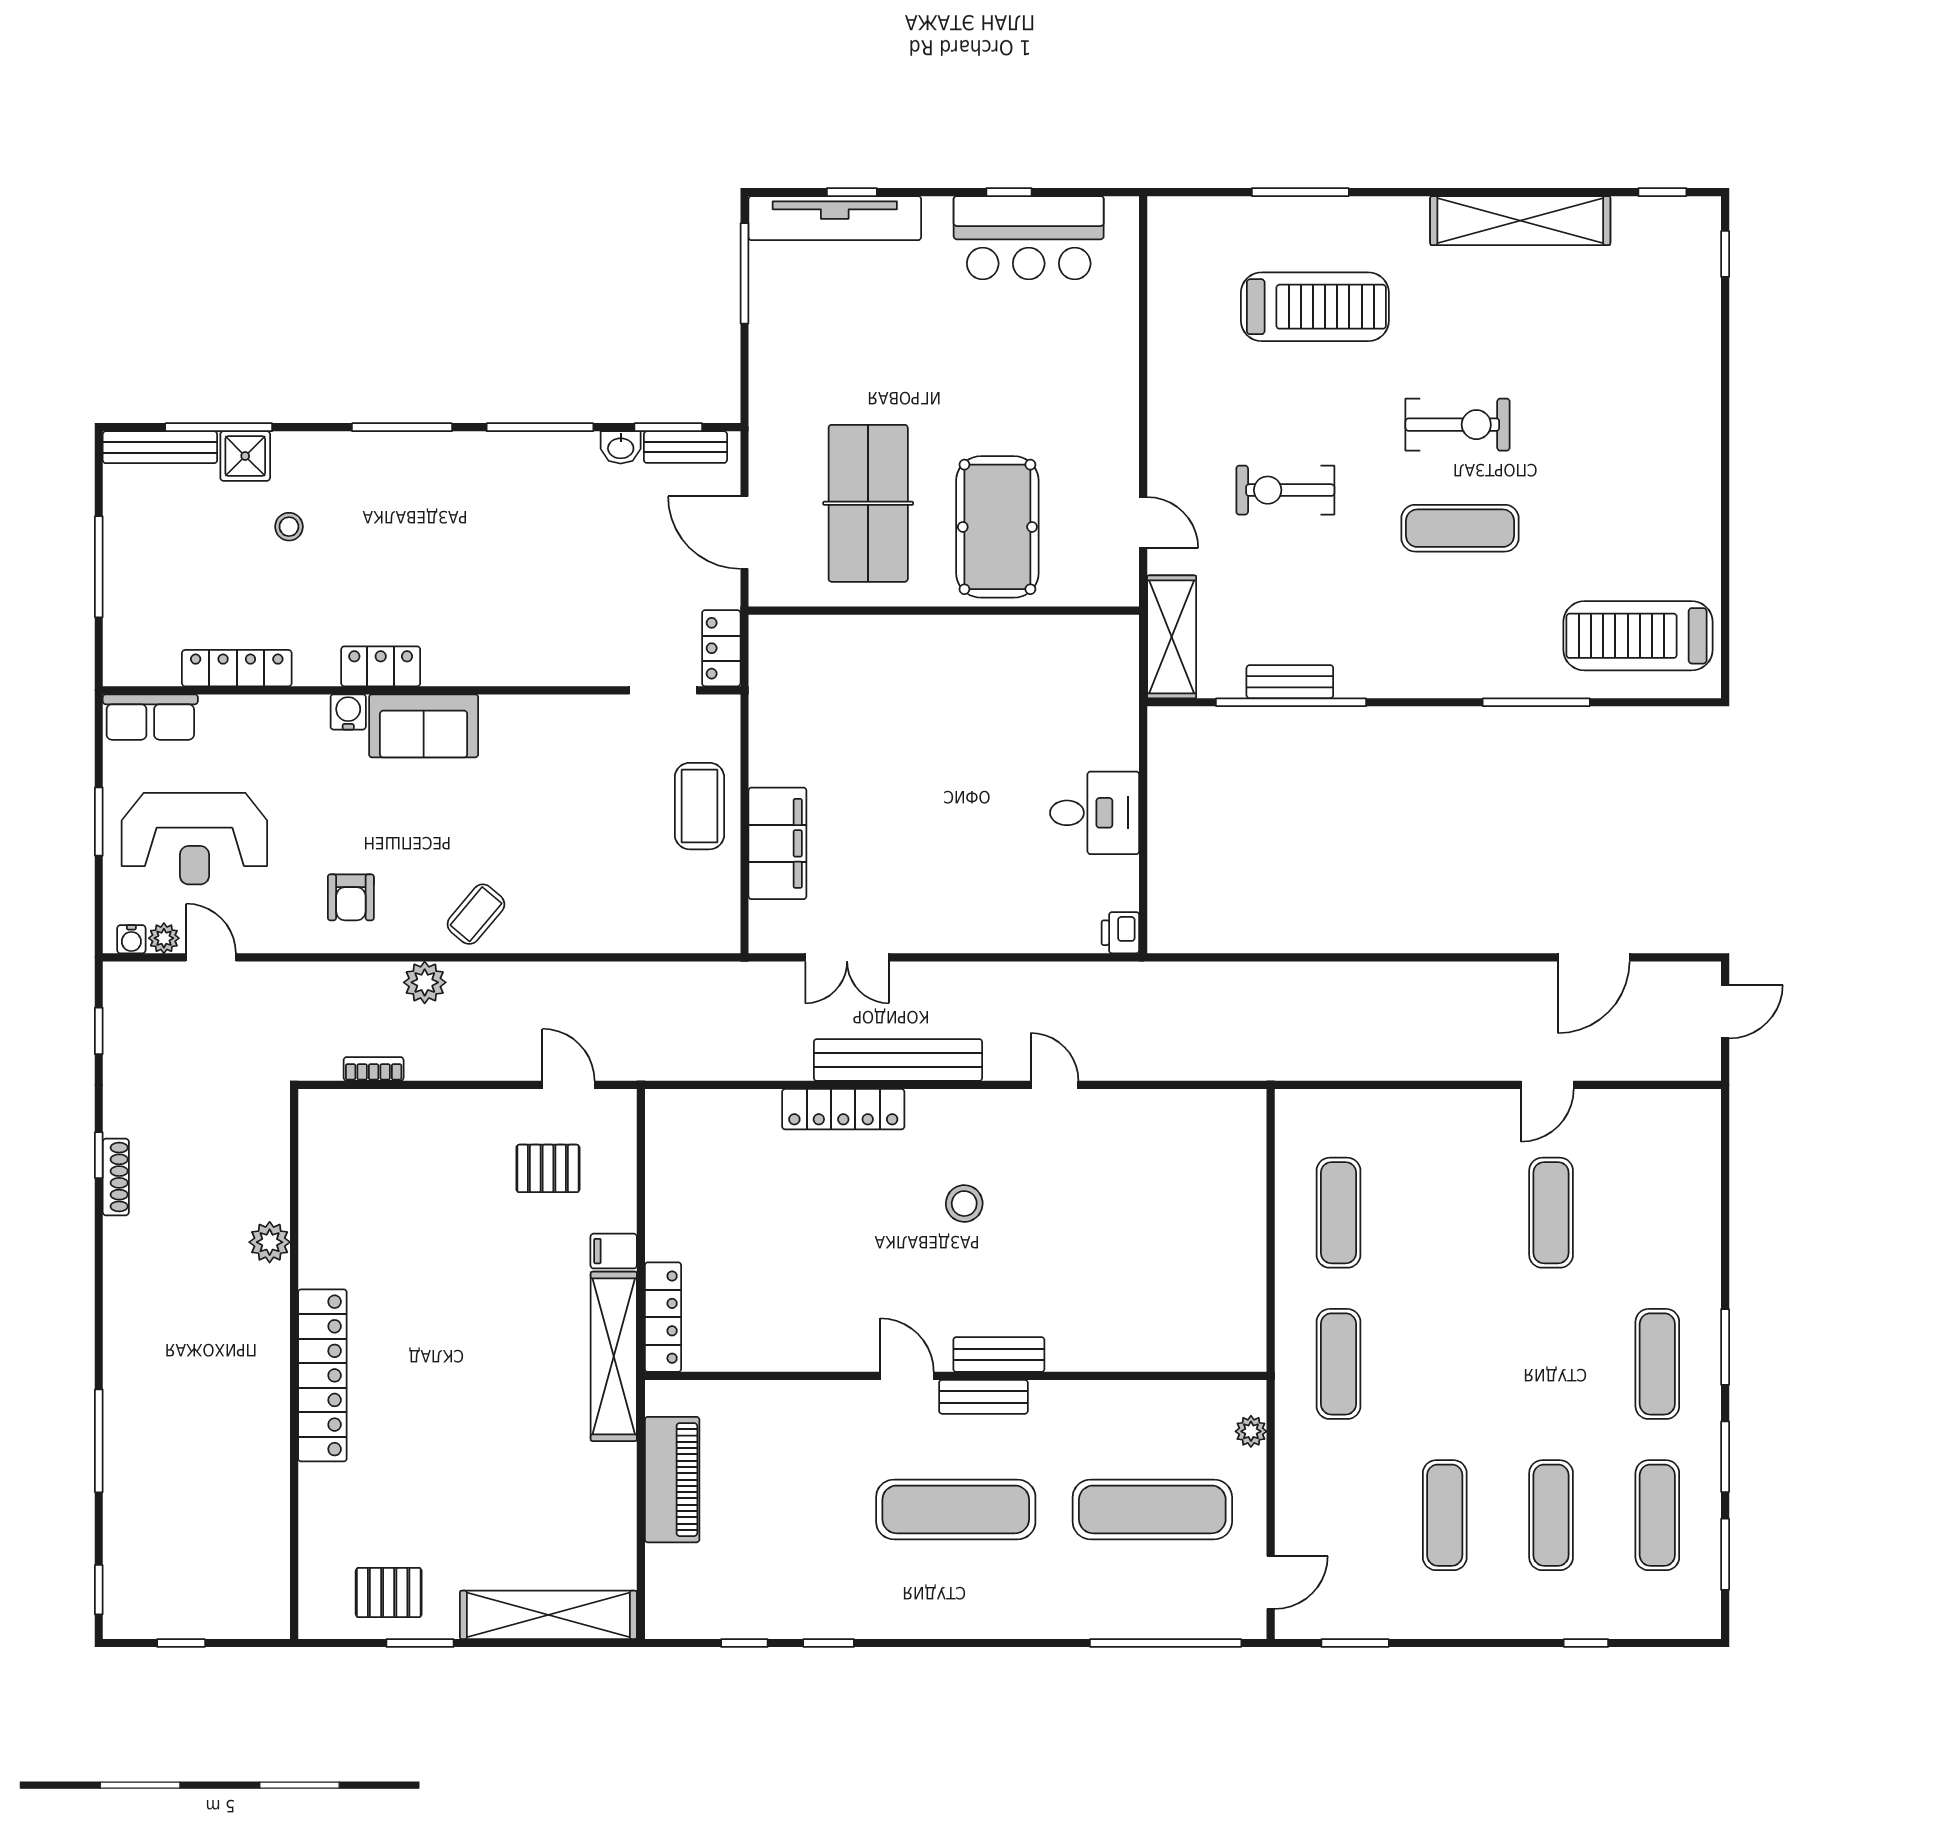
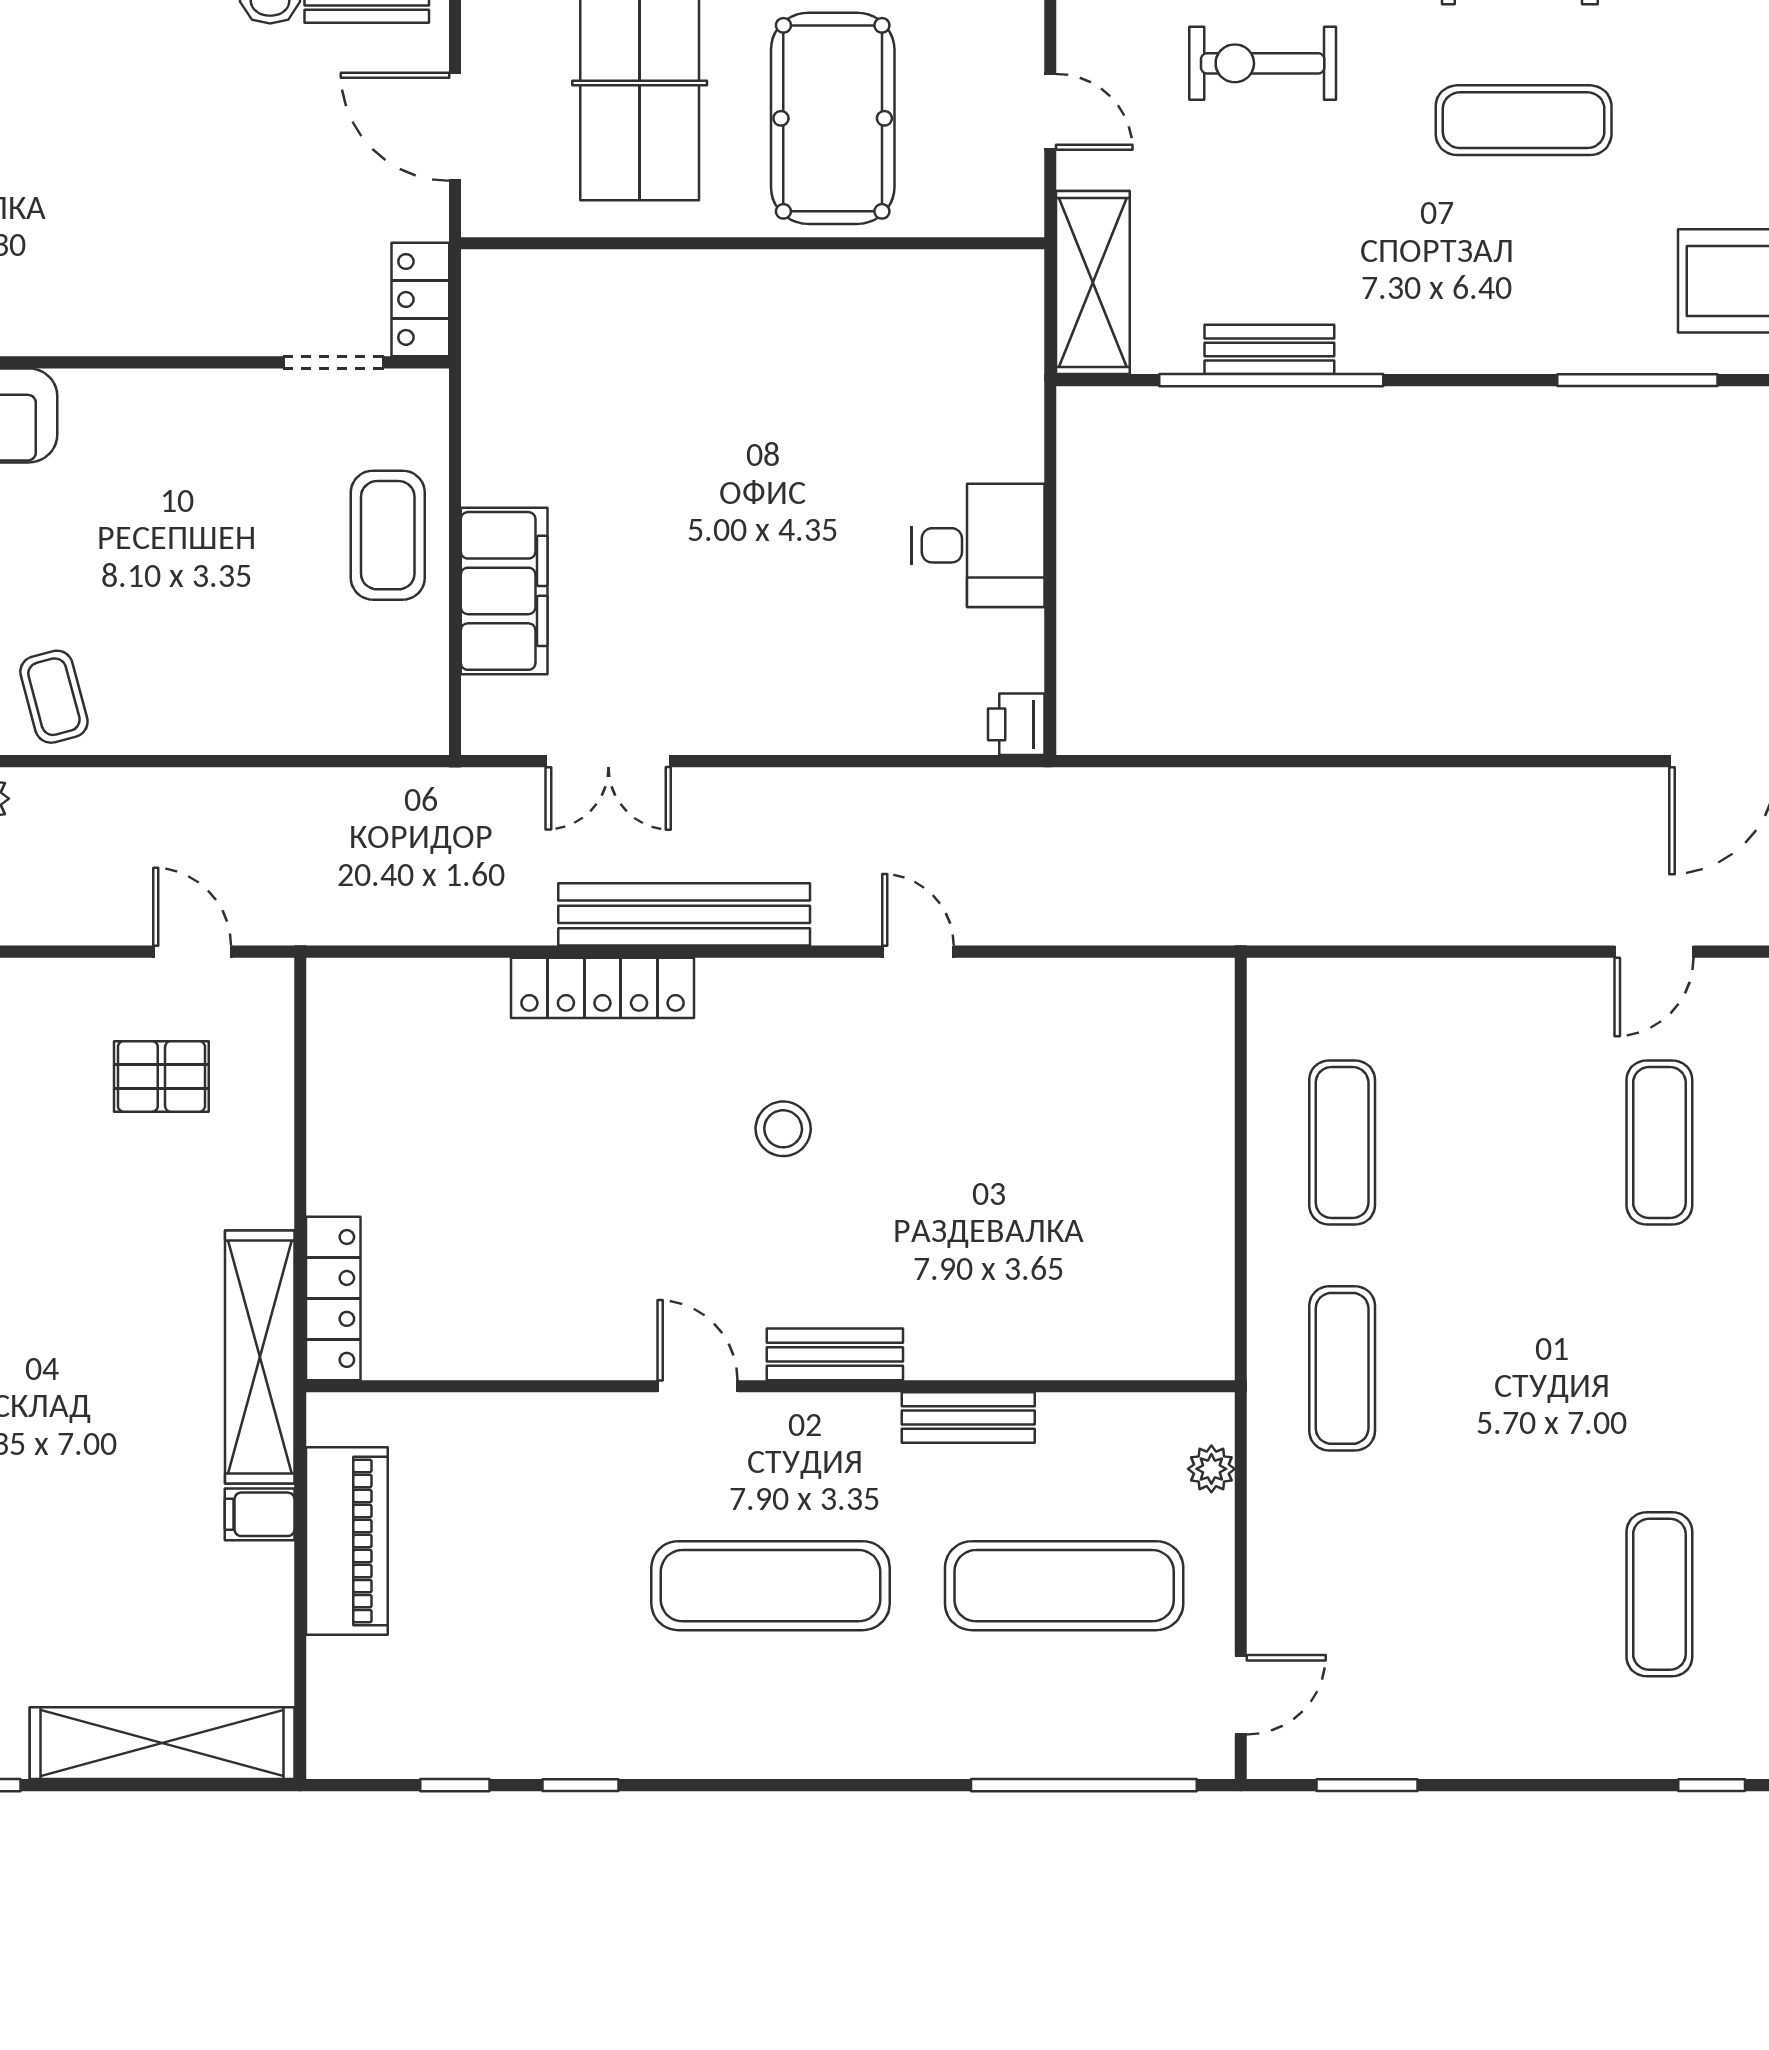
coffee table: (476, 914) -> (54, 697), turned -55
filing cabinet: (614, 1251) -> (260, 1514), moved
bench: (983, 1397) -> (968, 1418), moved
exercise mat: (1445, 1515) -> (1501, 1594), removed

